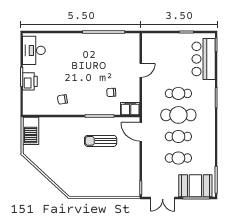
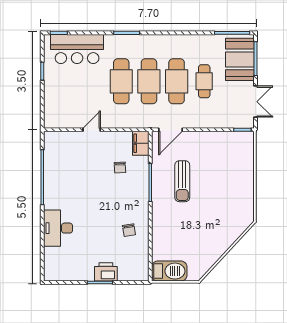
desk: (34, 50) -> (58, 228), moved, turned 90
door: (141, 70) -> (92, 130), hinge flipped
cafe table: (178, 93) -> (121, 81), width x1.37, depth x1.35
cafe table: (178, 136) -> (177, 81), width x1.37, depth x1.35

